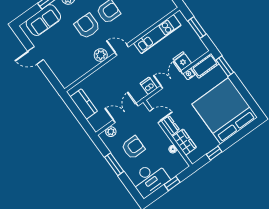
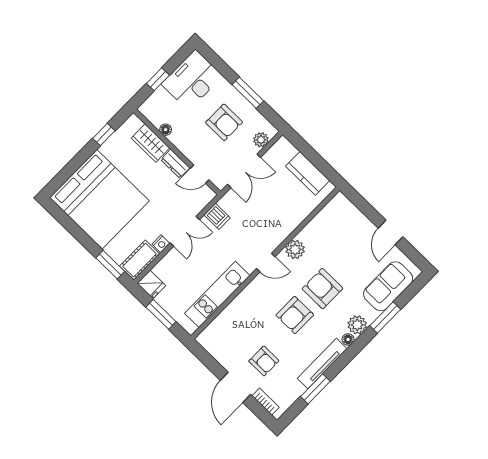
armchair: (87, 26) -> (322, 289), turned 180
door: (36, 55) -> (391, 232), swing flipped
fridge: (182, 61) -> (151, 284), moved
armchair: (133, 147) -> (224, 122), turned -90

